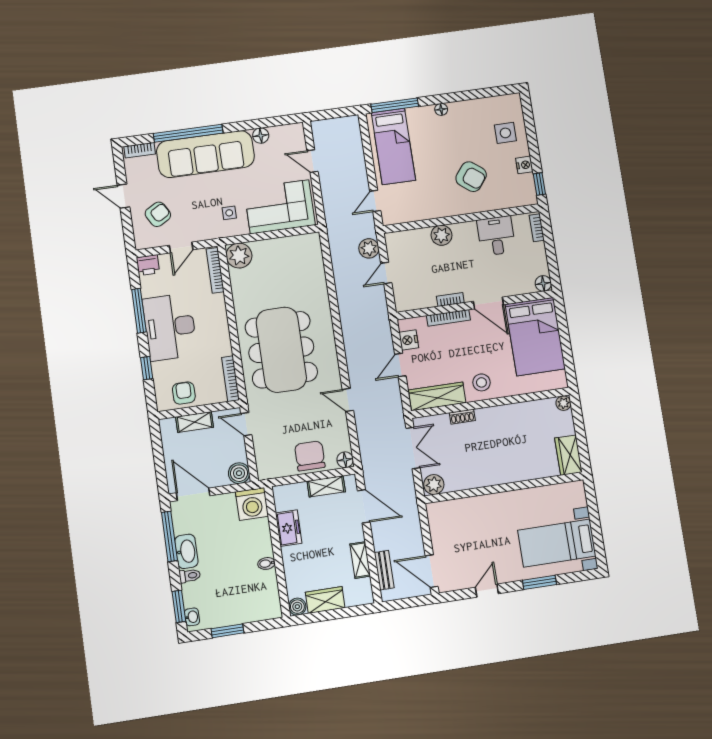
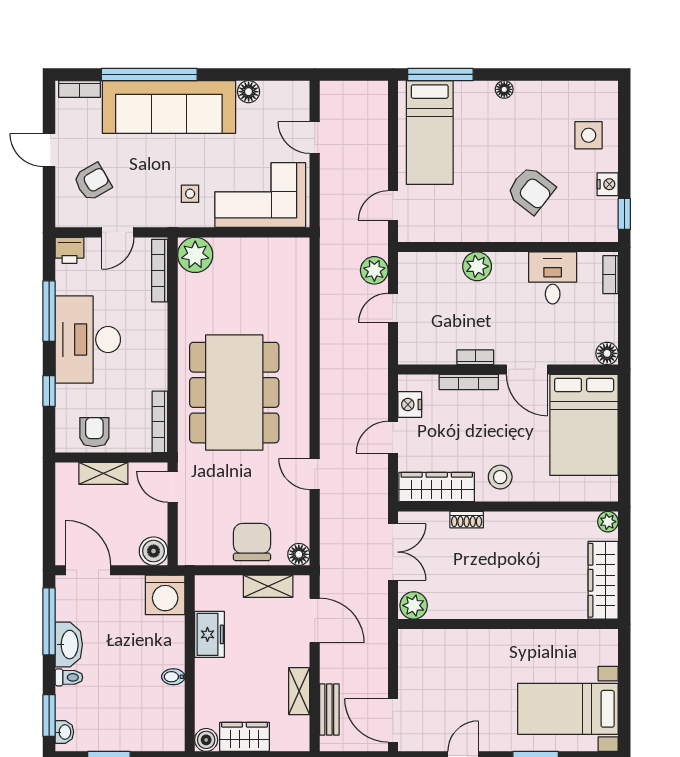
wardrobe: (568, 455) -> (603, 580), width x1.50

